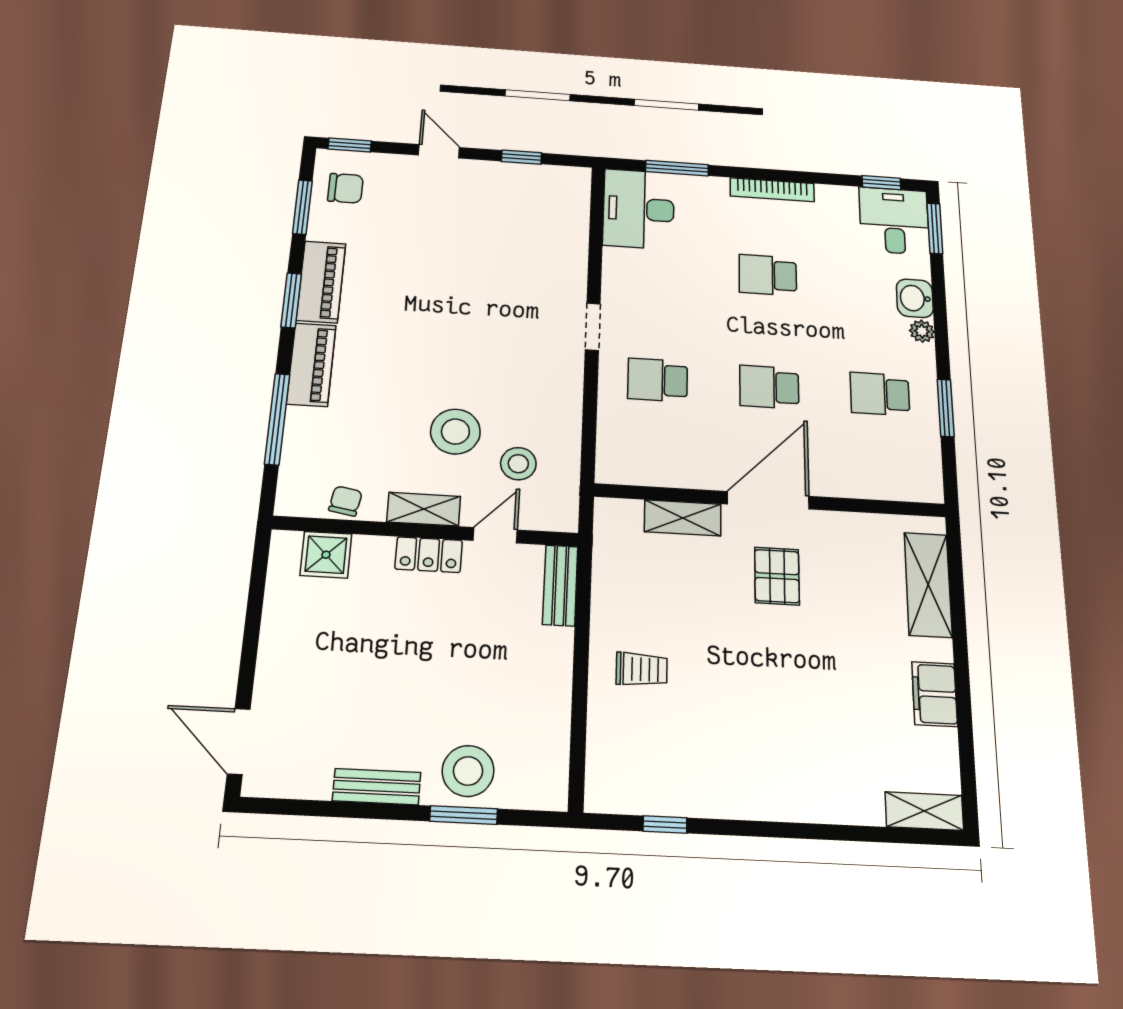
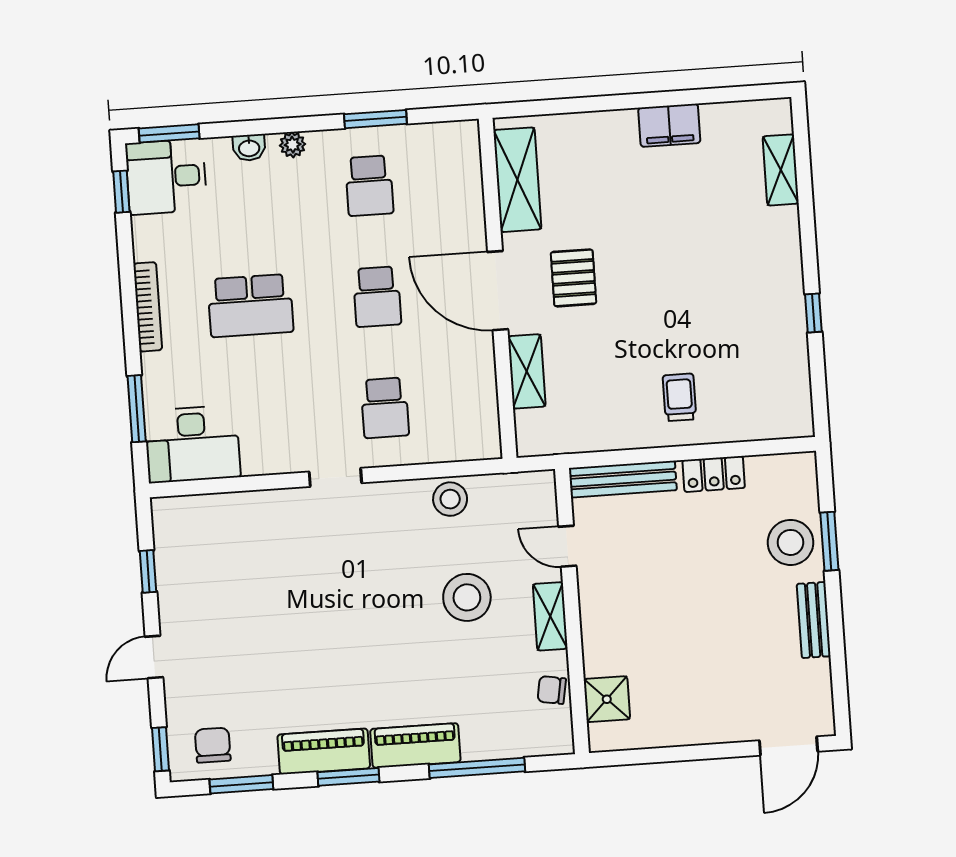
school desk: (768, 275) -> (250, 306), width x1.85
washbasin: (915, 298) -> (249, 148), width x0.72, depth x0.69
stool: (518, 464) -> (450, 499), moved
locker: (429, 555) -> (714, 474), moved, turned 90
pallet: (777, 576) -> (573, 278), turned 90
bench: (560, 585) -> (623, 479), width x1.36
shelving: (928, 585) -> (517, 180), moved, turned 90
shelving: (924, 811) -> (781, 170), moved
window: (665, 824) -> (813, 313), moved

